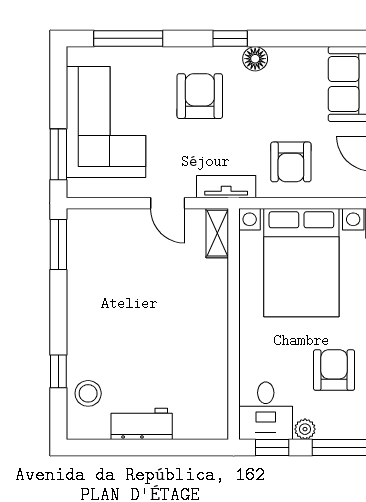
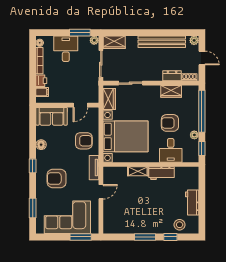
window: (128, 38) -> (33, 208), width x0.69
floor lamp: (255, 59) -> (41, 145), moved
shelving: (217, 233) -> (138, 171), moved
window: (58, 245) -> (145, 237), moved
workbench: (213, 350) -> (162, 173), added
desk: (266, 411) -> (171, 150), moved, turned 90

